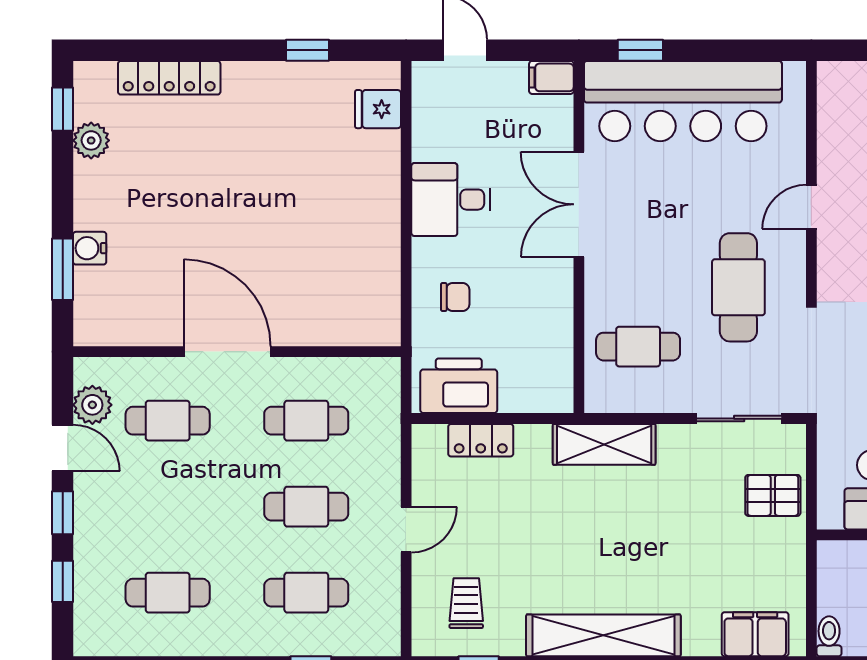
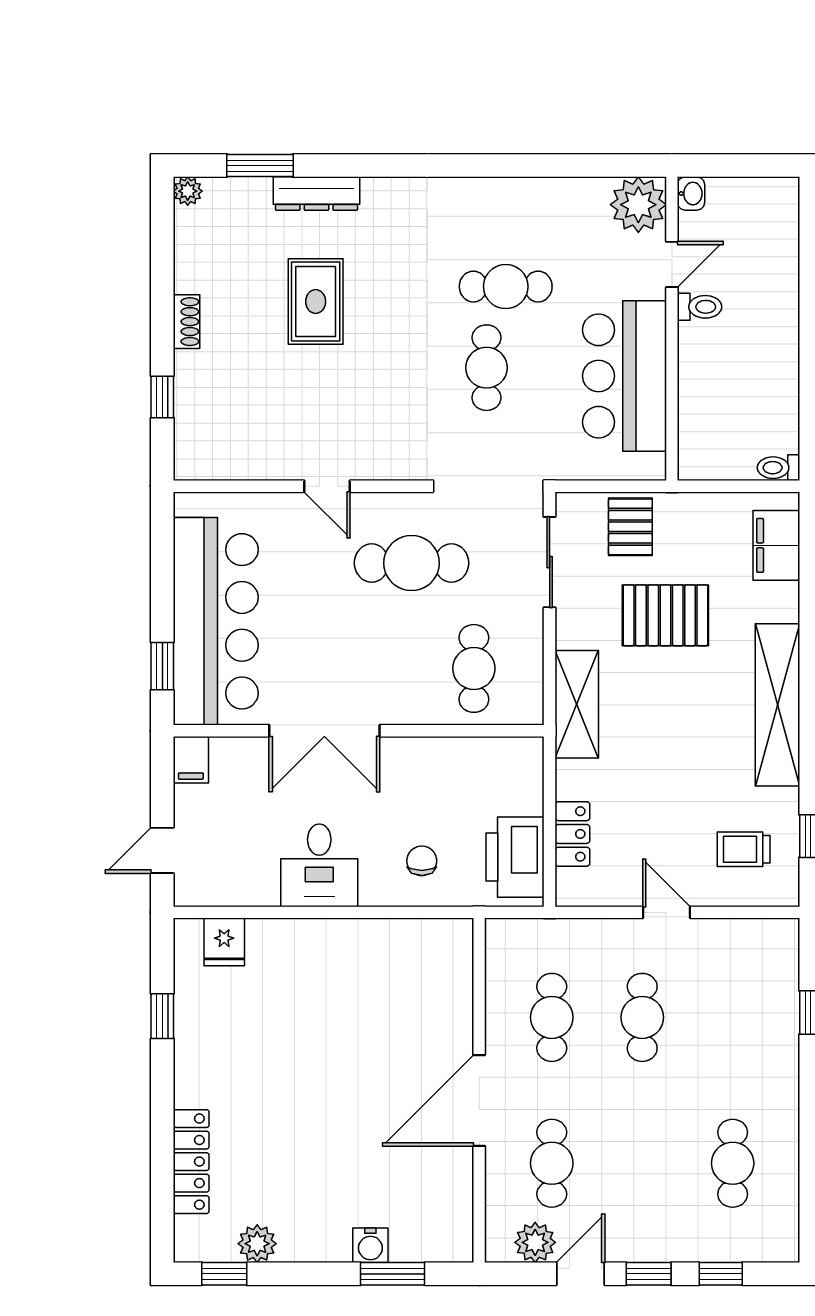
pallet: (689, 529) -> (665, 615), added
cafe table: (306, 593) -> (733, 1017), removed

